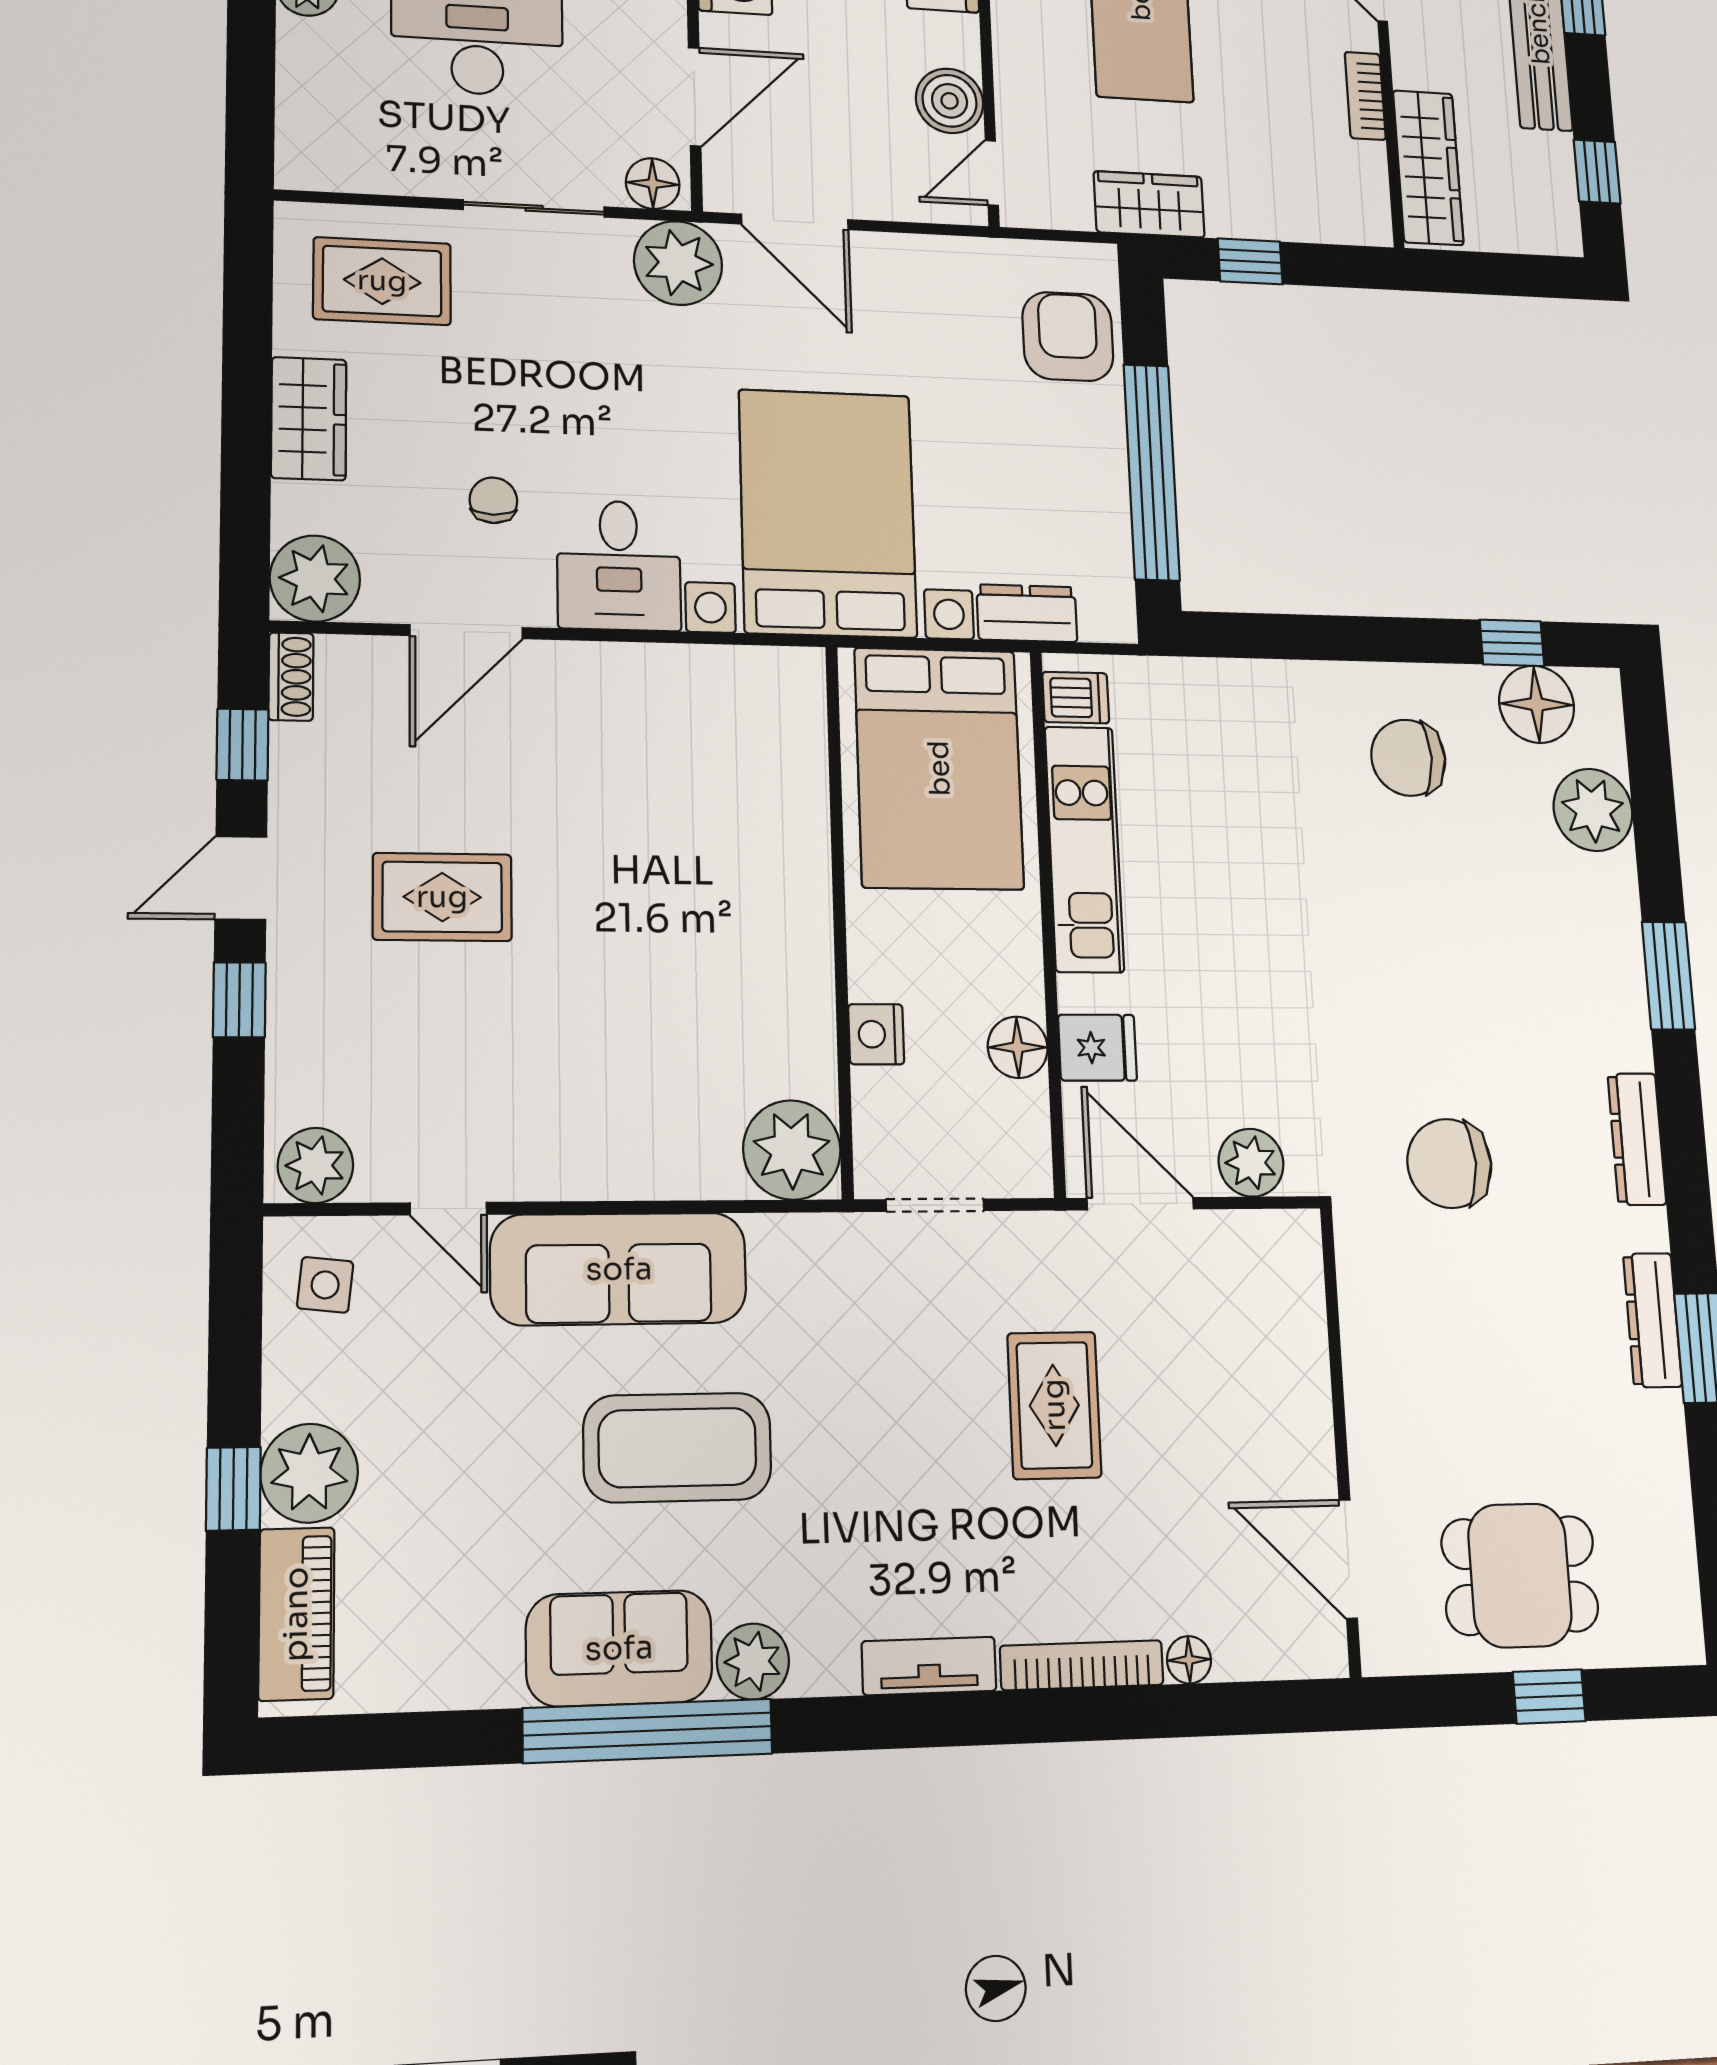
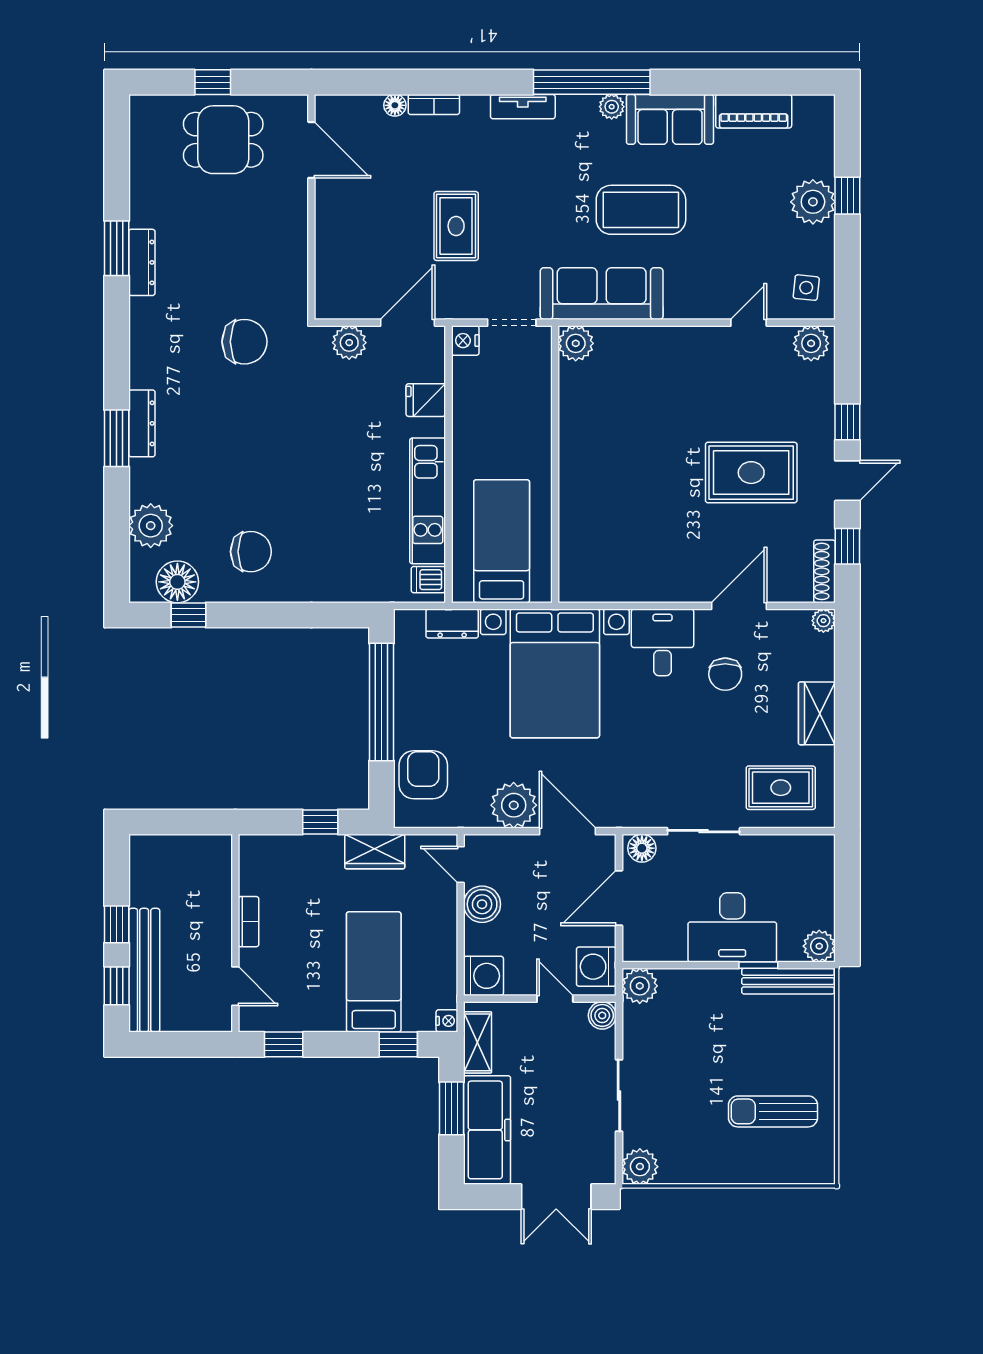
wardrobe: (1428, 168) -> (215, 882), removed
window: (1597, 172) -> (117, 924), moved
door: (992, 173) -> (461, 865), swing flipped
plant: (678, 263) -> (514, 805), moved
armchair: (1068, 337) -> (423, 775), turned 180
chair: (493, 500) -> (725, 674), width x1.37, depth x1.37
plant: (315, 578) -> (823, 621), width x0.53, depth x0.53
shoe rack: (291, 677) -> (825, 571), width x1.43
bed: (939, 768) -> (502, 541), width x0.67
rug: (442, 897) -> (751, 473), width x1.36, depth x1.43
nightstand: (876, 1034) -> (465, 341), moved, turned 180
floor lamp: (1018, 1047) -> (467, 400), removed
dresser: (1637, 1139) -> (142, 423), moved
plant: (792, 1150) -> (576, 343), width x0.73, depth x0.73
door: (1140, 1204) -> (408, 323), swing flipped
door: (448, 1209) -> (749, 323), hinge flipped
sofa: (619, 1269) -> (602, 294), moved
piano: (296, 1614) -> (754, 111), moved, turned -90
plant: (753, 1661) -> (612, 107), width x0.73, depth x0.73
bookcase: (1082, 1665) -> (434, 105), width x0.64
window: (648, 1731) -> (592, 82), moved

